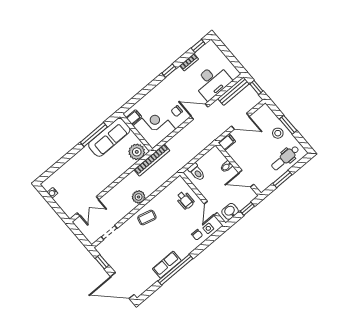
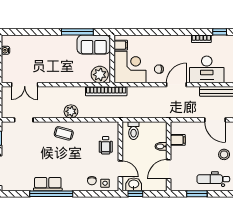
window: (169, 71) -> (180, 32), removed
door: (199, 112) -> (176, 85), hinge flipped
door: (240, 121) -> (215, 120), moved
sofa: (109, 137) -> (94, 45), width x0.73
filing cabinet: (227, 142) -> (178, 140), moved
door: (246, 179) -> (169, 169), hinge flipped
door: (211, 208) -> (120, 169), swing flipped
window: (247, 209) -> (135, 194), moved

